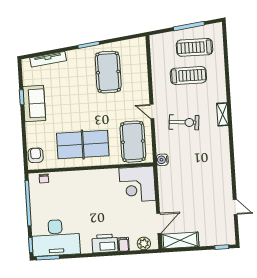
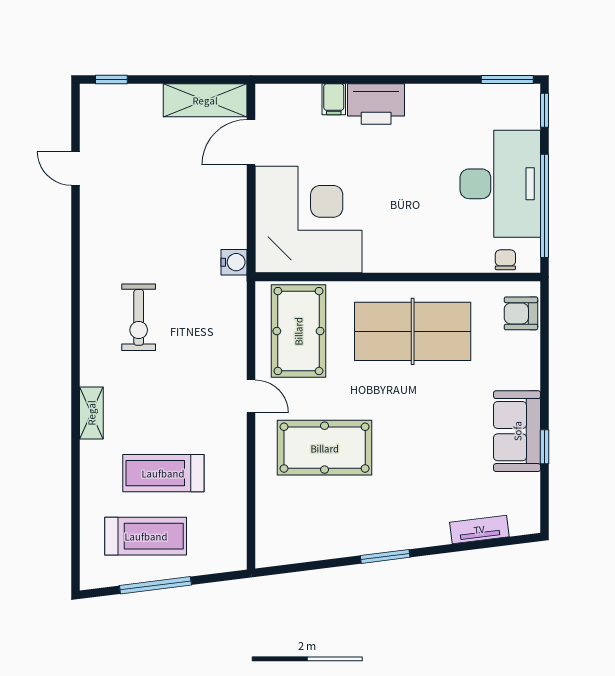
tv unit: (48, 59) -> (479, 529), width x0.71
pool table: (108, 72) -> (325, 448), moved, turned 90
shelving: (223, 114) -> (91, 413), moved
exercise bike: (184, 122) -> (139, 317), moved, turned -95
armchair: (36, 155) -> (521, 313), turned 90
water cooler: (162, 160) -> (234, 262), moved
corner desk: (137, 184) -> (309, 220), width x1.36, depth x1.36
desk: (56, 238) -> (500, 184), moved, turned 90
plant: (144, 243) -> (288, 98), removed

